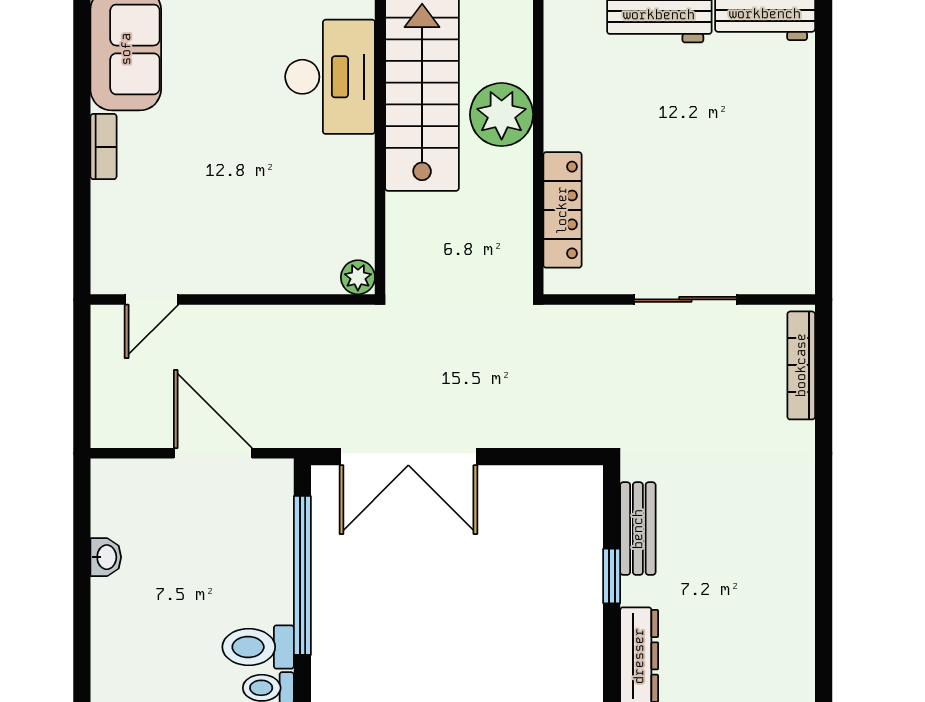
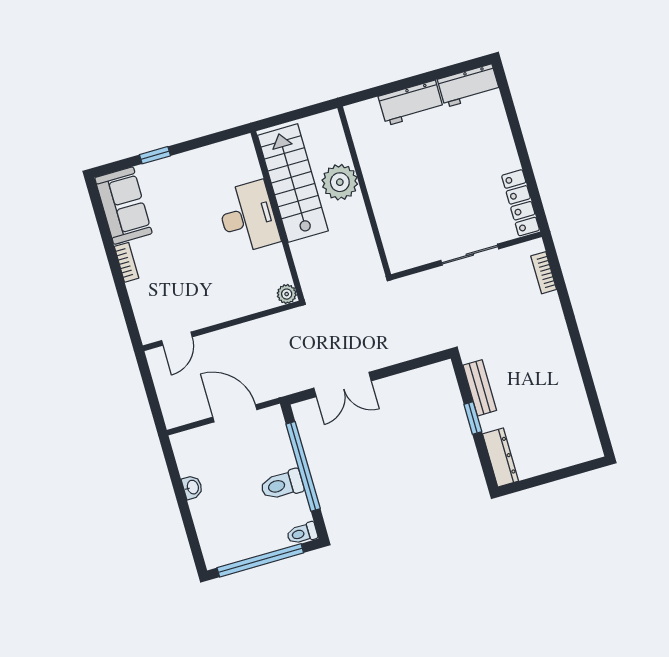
desk: (330, 77) -> (248, 217), moved
locker: (562, 210) -> (521, 203), moved, turned 180
bookcase: (801, 365) -> (544, 273), width x0.64
double door: (408, 457) -> (343, 384), width x0.73
toilet: (258, 647) -> (282, 485), moved

